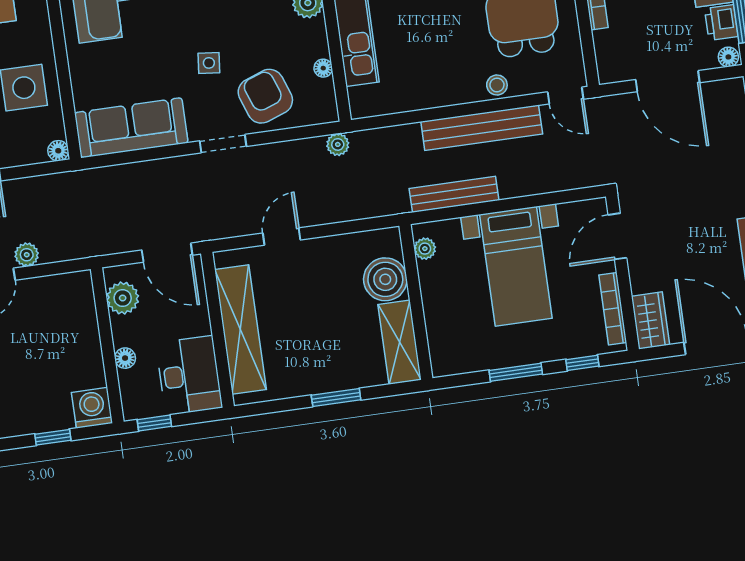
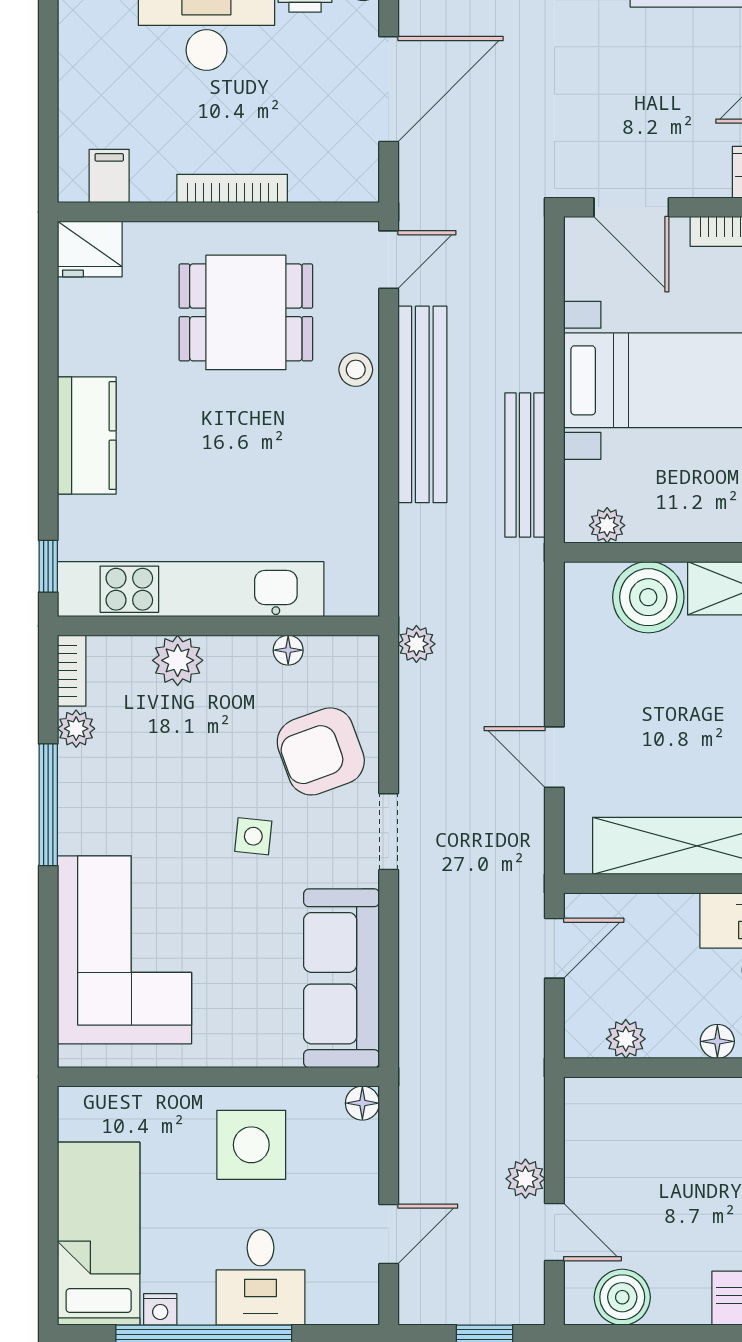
door: (167, 253) -> (554, 948), width x0.73
plant: (123, 298) -> (626, 1039), width x0.73, depth x0.73

